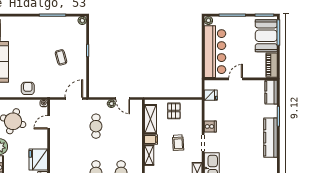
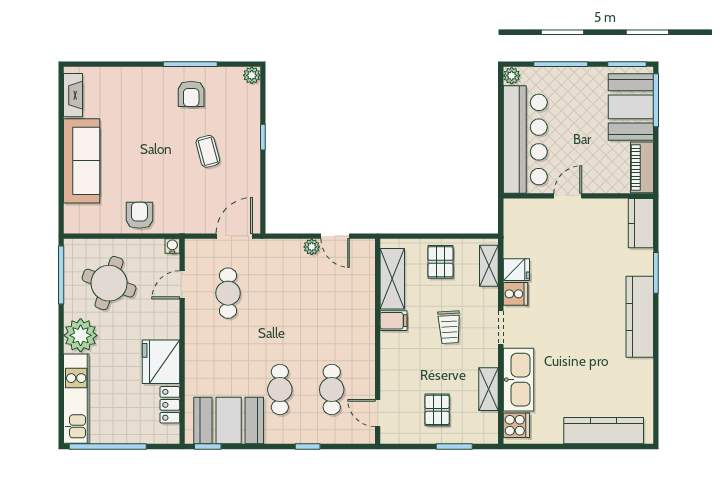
armchair: (53, 29) -> (191, 94), added
fridge: (211, 95) -> (516, 270), moved
cafe table: (96, 126) -> (228, 293), moved
shelving: (149, 155) -> (489, 266), moved

